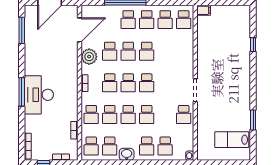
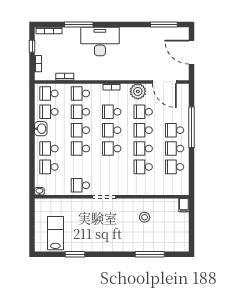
school desk: (184, 20) -> (143, 167), moved
window: (253, 45) -> (150, 254), width x2.17
stool: (216, 50) -> (145, 217), added
window: (22, 92) -> (79, 25), moved

